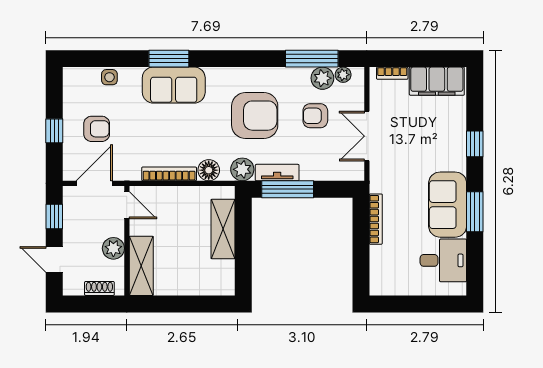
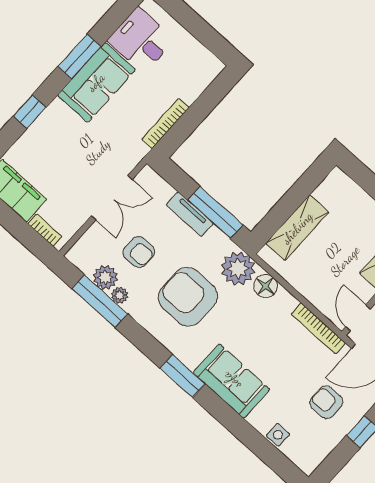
window: (169, 59) -> (183, 376), moved
plant: (343, 75) -> (120, 295), moved
plant: (242, 169) -> (238, 269), width x1.36, depth x1.36
tv unit: (277, 173) -> (190, 214), moved
bookcase: (169, 174) -> (318, 328), moved

